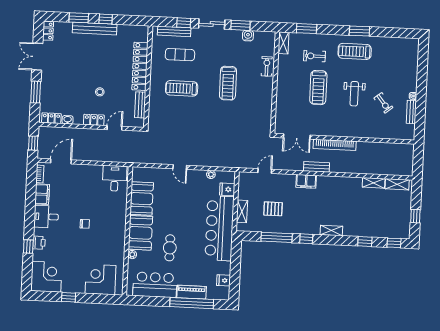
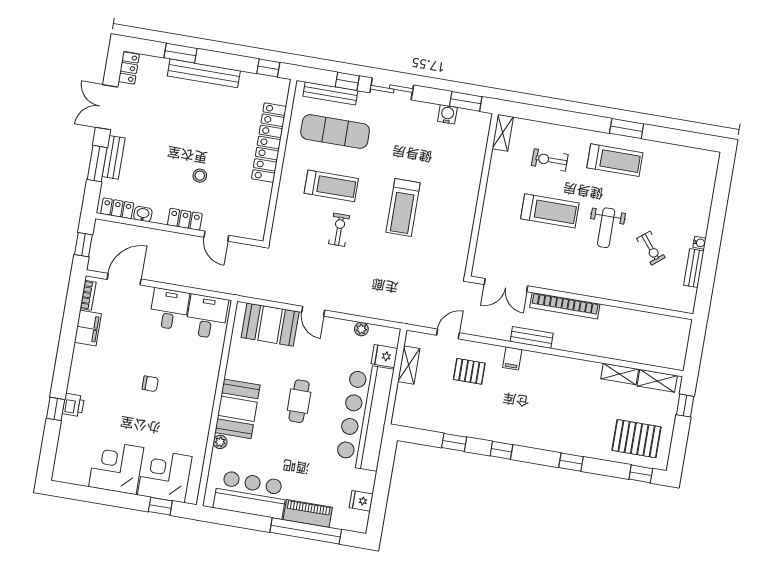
window: (106, 19) -> (268, 68), moved
window: (240, 25) -> (466, 101), moved
window: (307, 29) -> (543, 114), removed
treadmill: (355, 51) -> (615, 160), turned 180
exercise mat: (180, 55) -> (335, 131), width x1.36, depth x1.45
exercise bike: (267, 66) -> (339, 230), moved
treadmill: (228, 83) -> (403, 207), moved
treadmill: (182, 88) -> (331, 186), turned 180
treadmill: (318, 88) -> (550, 211), turned -90
bench: (140, 105) -> (114, 157), moved
door: (115, 128) -> (216, 236), swing flipped
filing cabinet: (306, 181) -> (512, 358), width x0.50
booth: (142, 199) -> (270, 325), moved, turned 90
pallet: (273, 209) -> (469, 371), moved
shelving: (242, 211) -> (409, 365), moved
window: (415, 216) -> (685, 406), moved
desk: (46, 217) -> (169, 309), moved, turned 90
pallet: (389, 221) -> (636, 439), added
shelving: (331, 231) -> (543, 442), removed
window: (277, 237) -> (454, 442), width x0.46
window: (365, 242) -> (571, 462), moved
cafe table: (170, 248) -> (299, 401), moved
corner desk: (46, 277) -> (116, 467), moved, turned -90
window: (69, 297) -> (160, 506), moved

